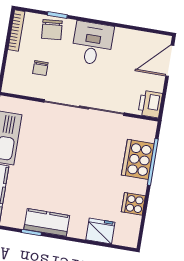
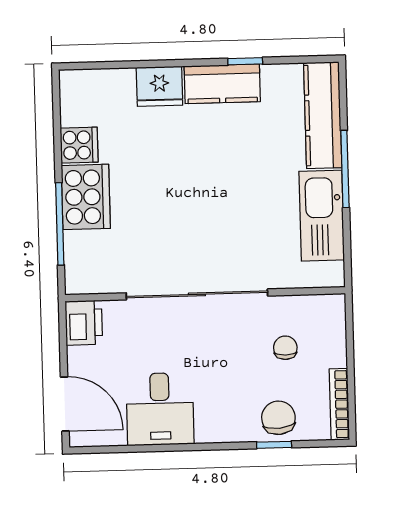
desk: (92, 43) -> (160, 409), moved
door: (170, 61) -> (65, 404), hinge flipped
cooker: (138, 159) -> (86, 197), moved
fridge: (100, 231) -> (159, 86), moved

